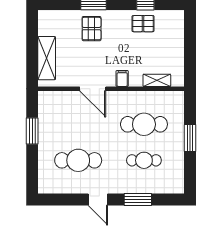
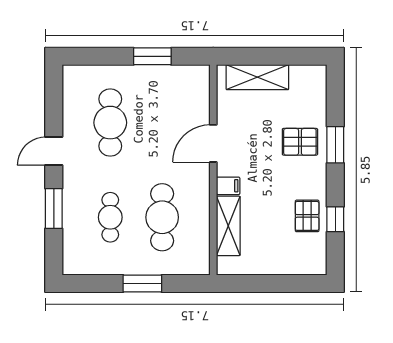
shelving: (157, 80) -> (228, 226), width x1.50, depth x1.33

